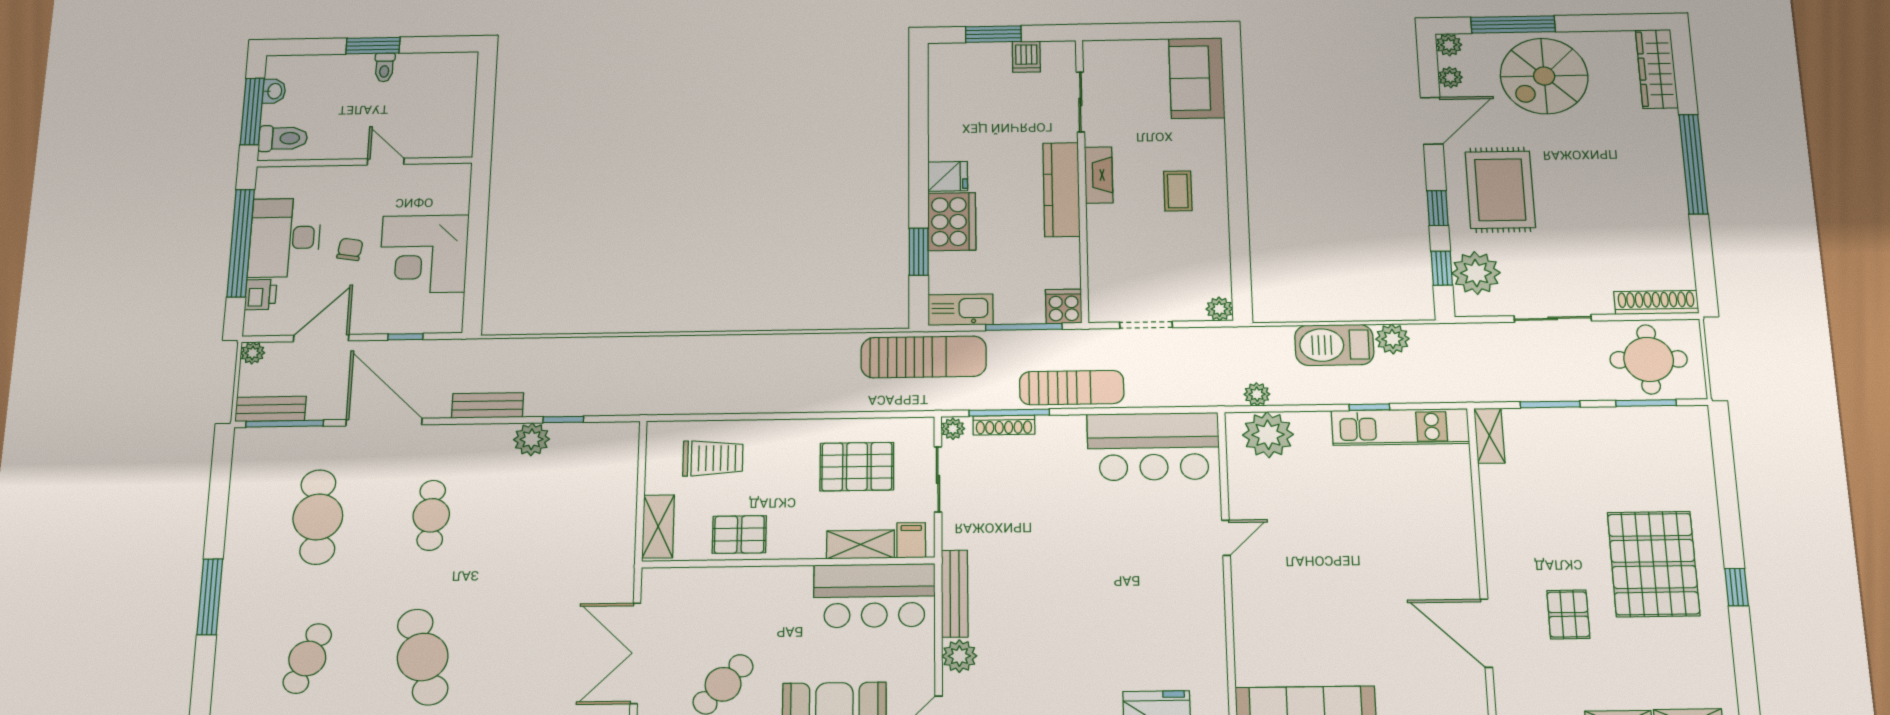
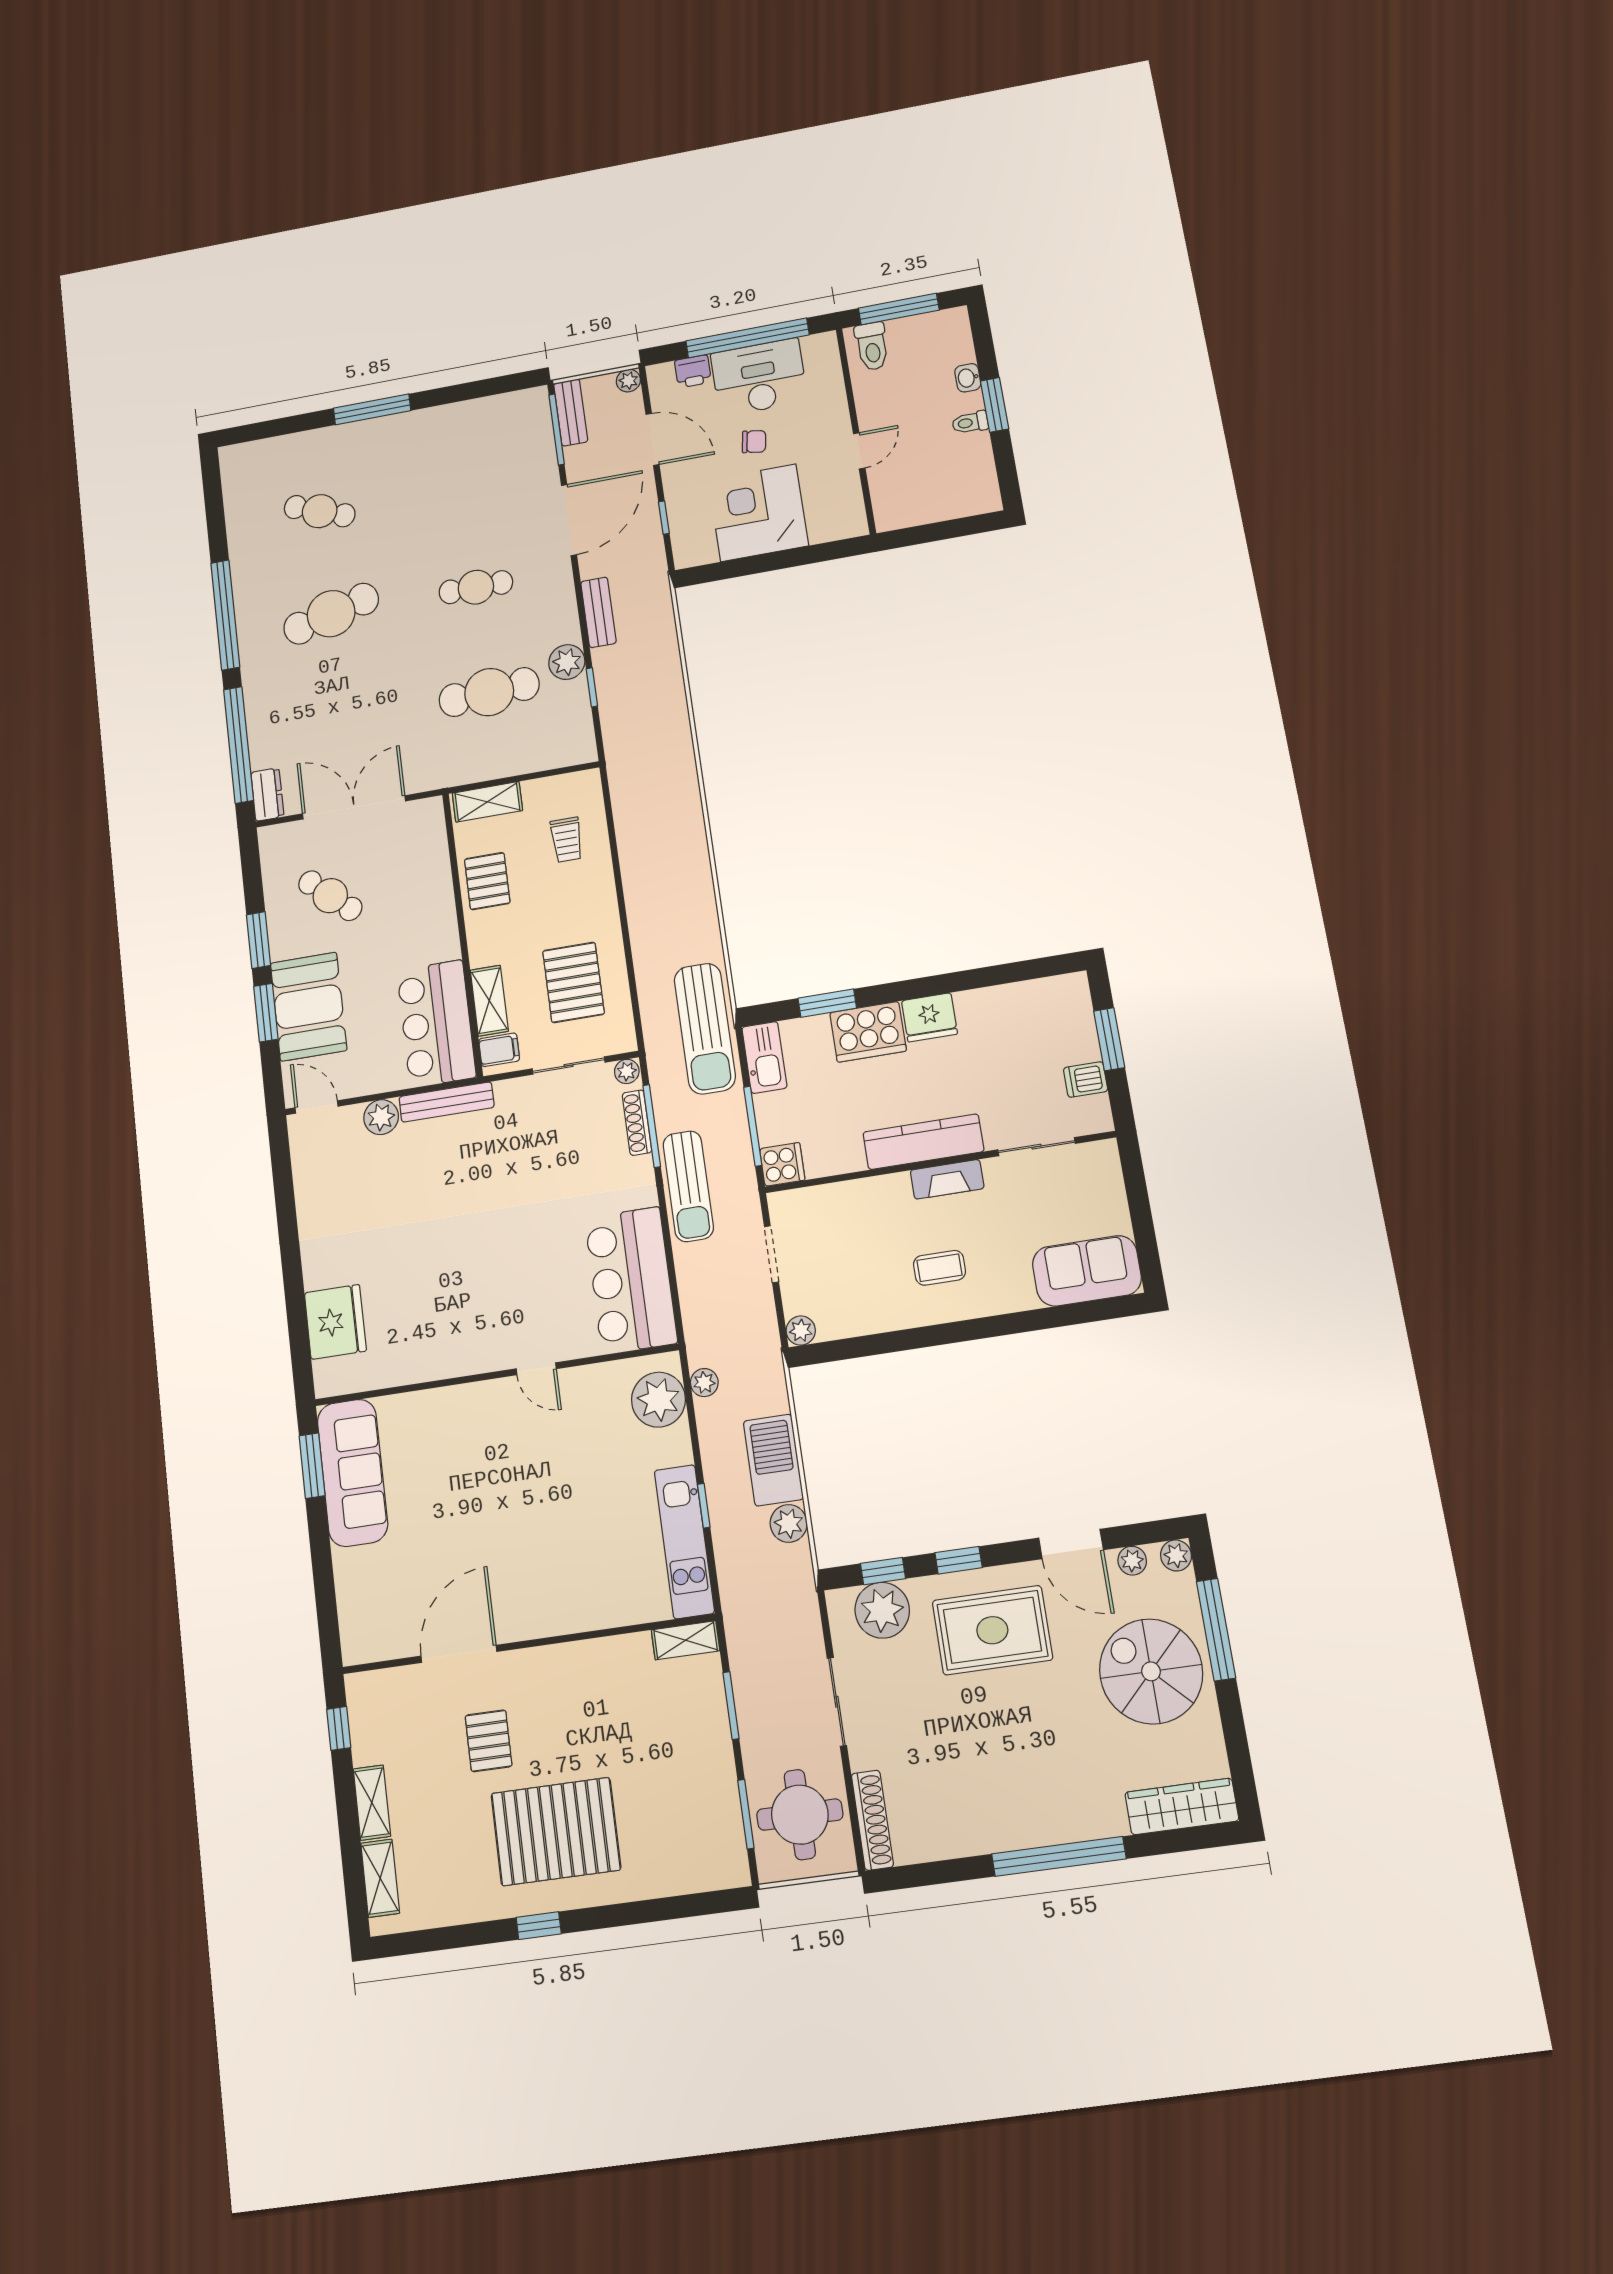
washbasin: (274, 91) -> (968, 378), moved, turned 90
fridge: (948, 176) -> (929, 1017), width x1.38
trolley: (713, 458) -> (567, 840), width x0.73, depth x0.72
cafe table: (318, 517) -> (489, 692), moved
pallet: (1568, 614) -> (489, 1741), turned 90

